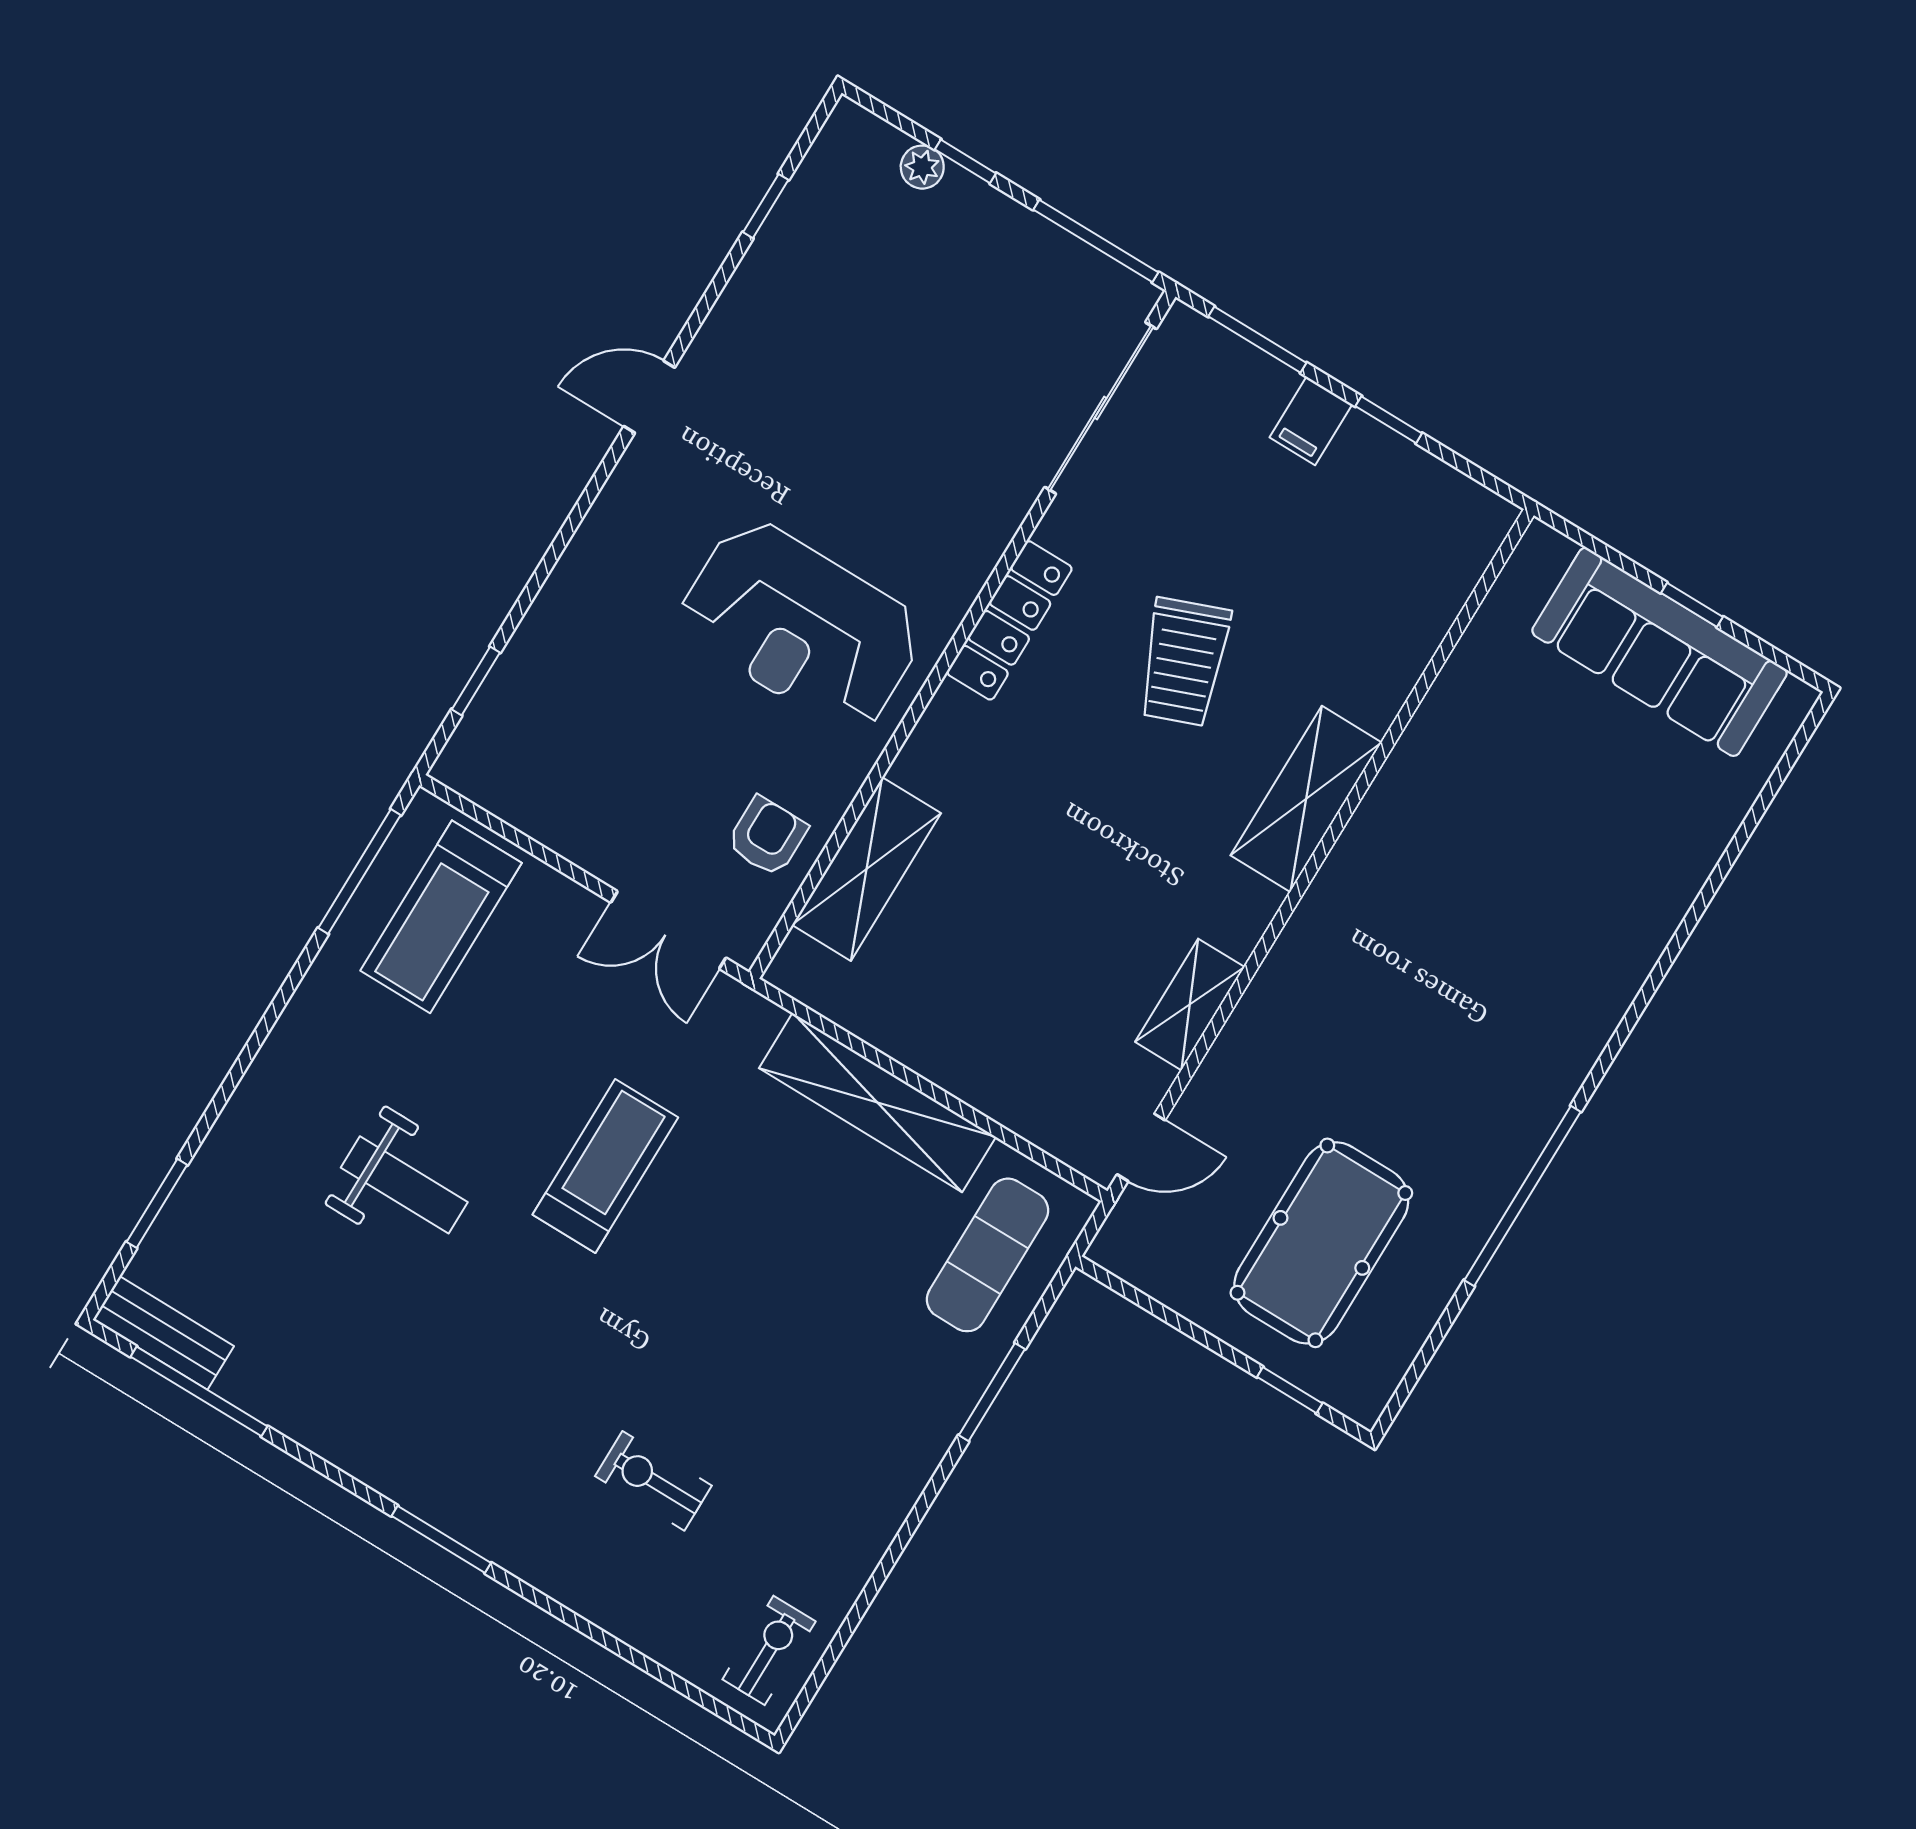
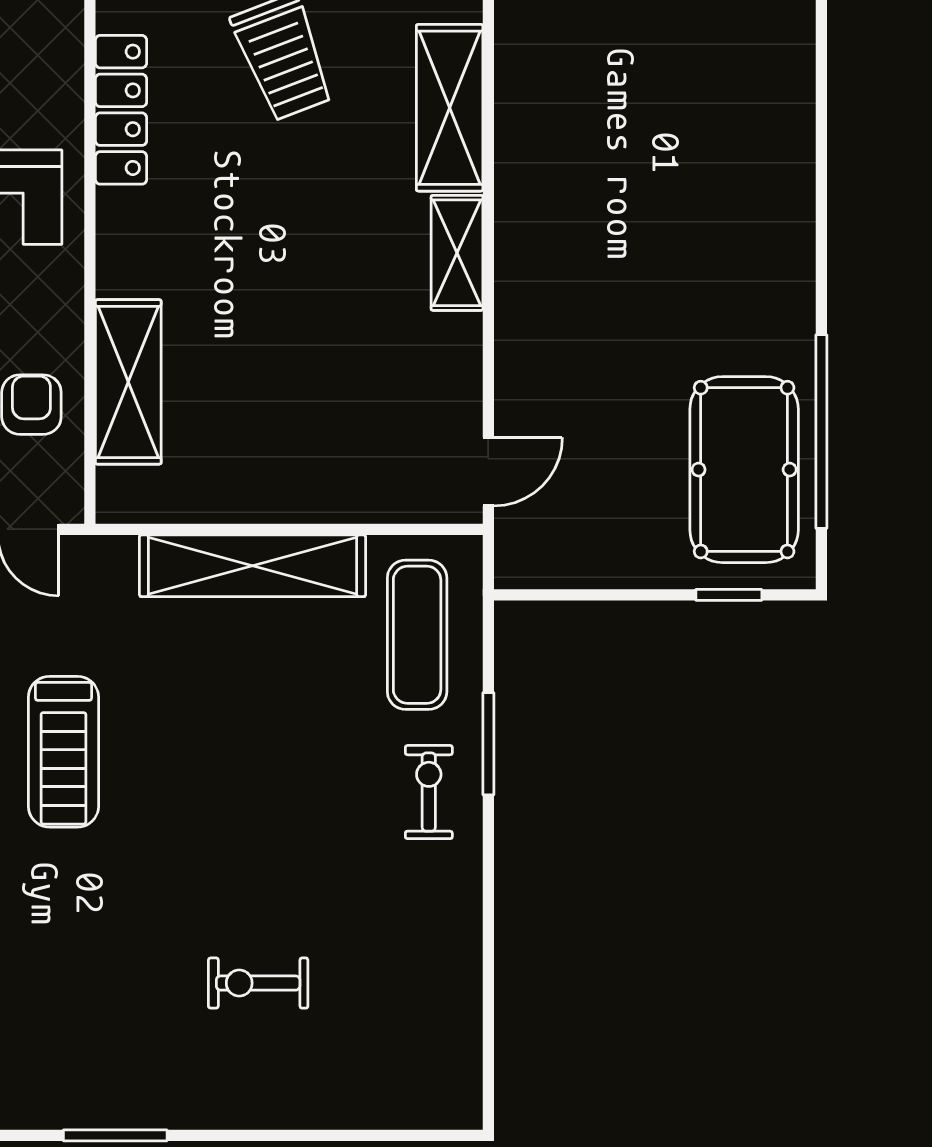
shelving: (1190, 1004) -> (457, 253), moved
treadmill: (605, 1166) -> (63, 752), turned 180
window: (1523, 1196) -> (821, 432), moved
pool table: (1321, 1243) -> (744, 470), moved
exercise bike: (769, 1650) -> (429, 792), moved

